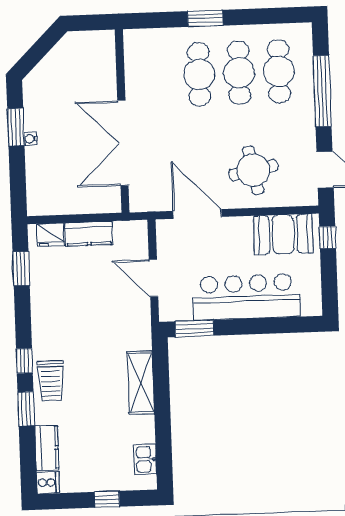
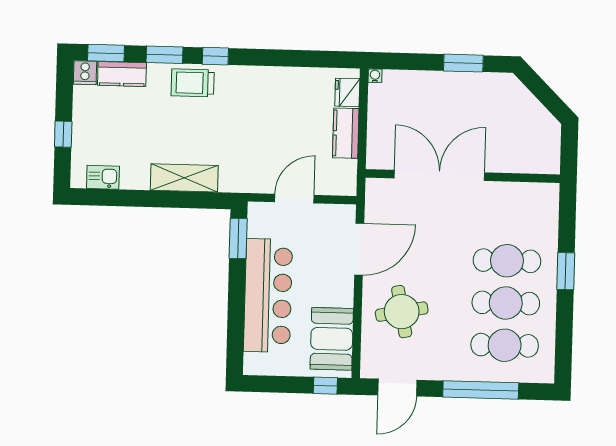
water cooler: (31, 139) -> (375, 76), moved
window: (21, 269) -> (106, 53), moved

